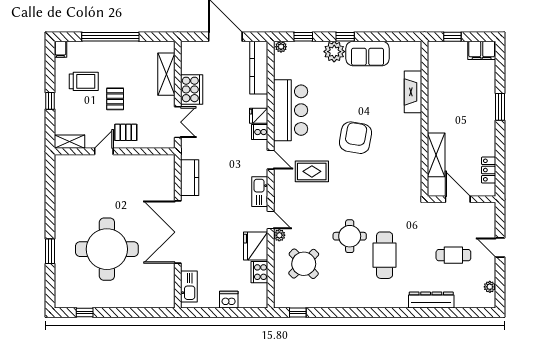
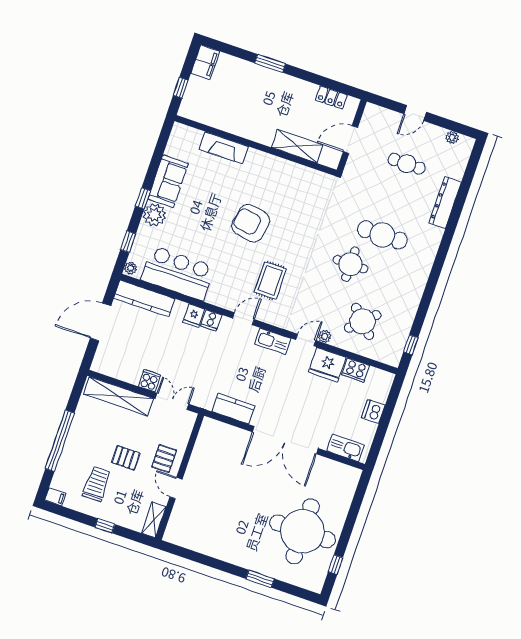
shelving: (166, 74) -> (118, 396), width x1.47
cooker: (192, 89) -> (149, 381), width x0.53, depth x0.76
bar counter: (291, 110) -> (178, 273), moved
round table: (107, 249) -> (303, 531), moved
cafe table: (453, 255) -> (407, 164), turned 90

